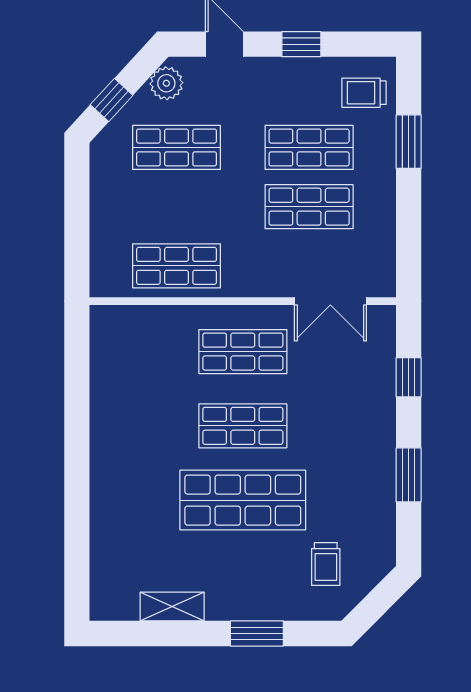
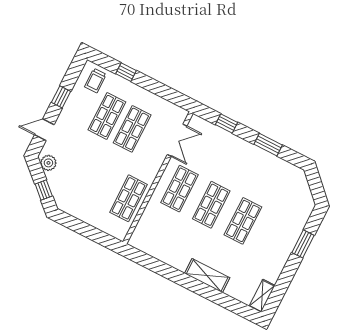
window: (409, 142) -> (126, 72), width x0.67
shop shelf: (177, 147) -> (78, 173), removed
shelving: (107, 485) -> (207, 276), added
shop shelf: (243, 500) -> (243, 221), width x0.70, depth x0.74
trolley: (326, 564) -> (288, 199), removed
shelving: (172, 607) -> (262, 296), moved

